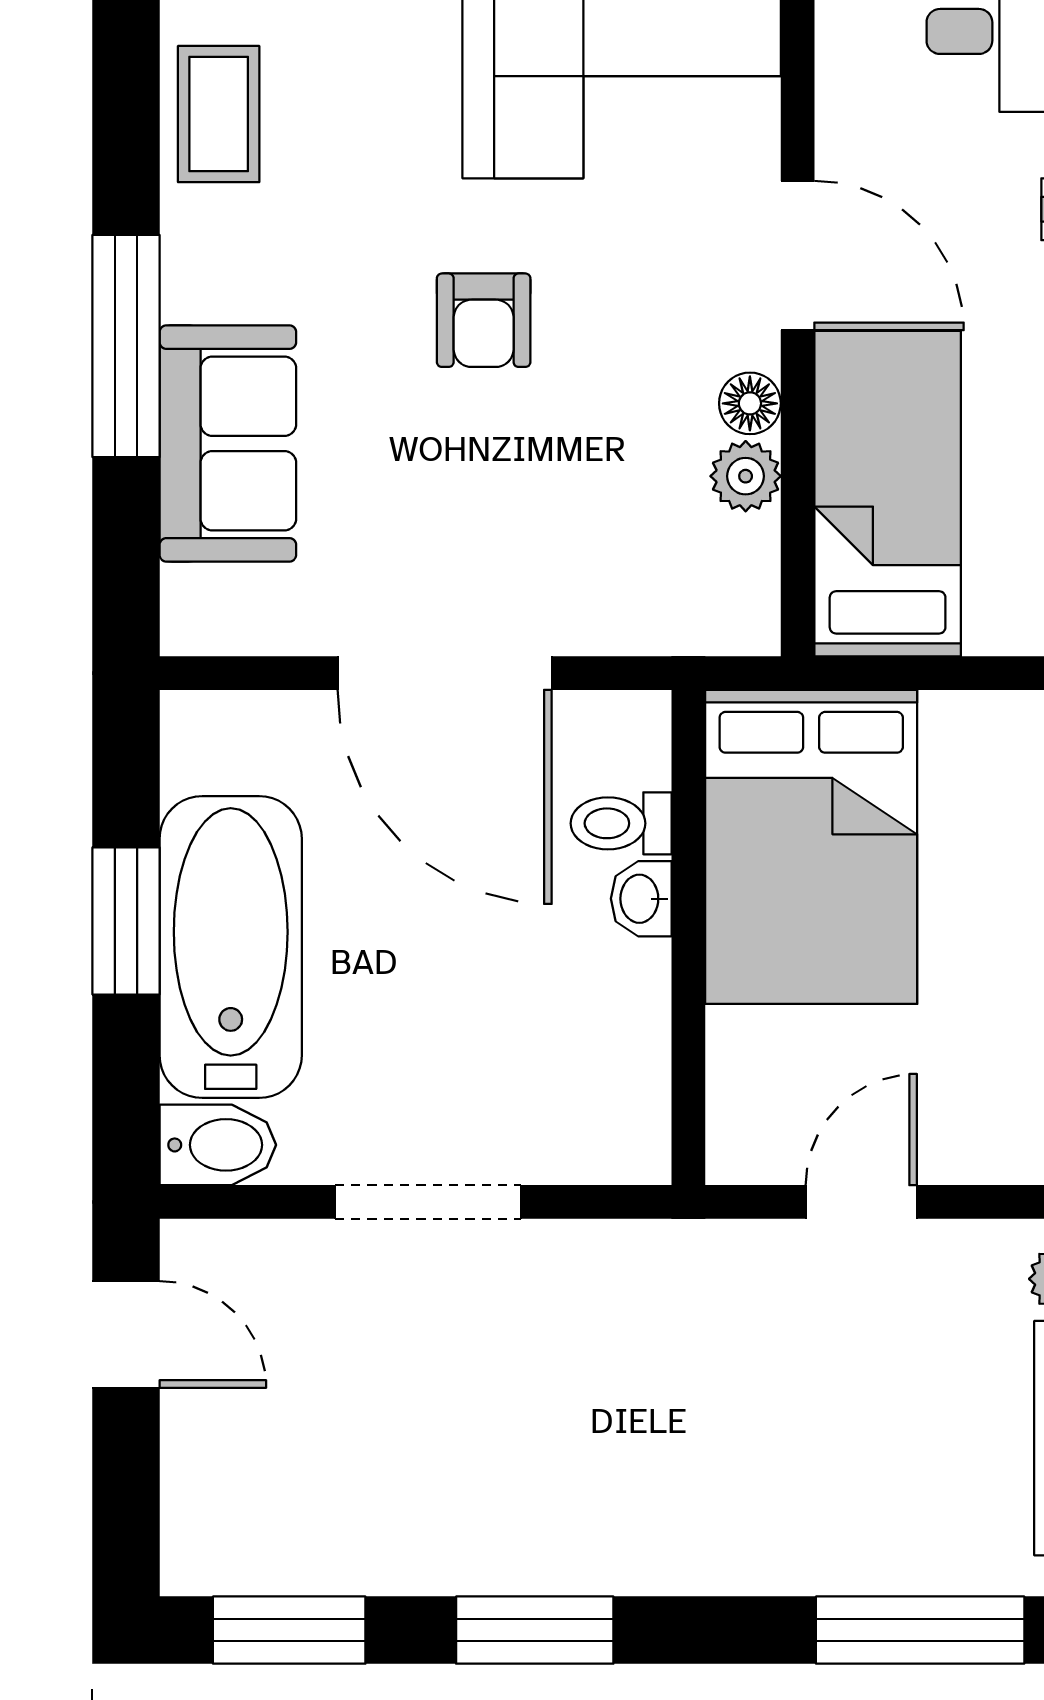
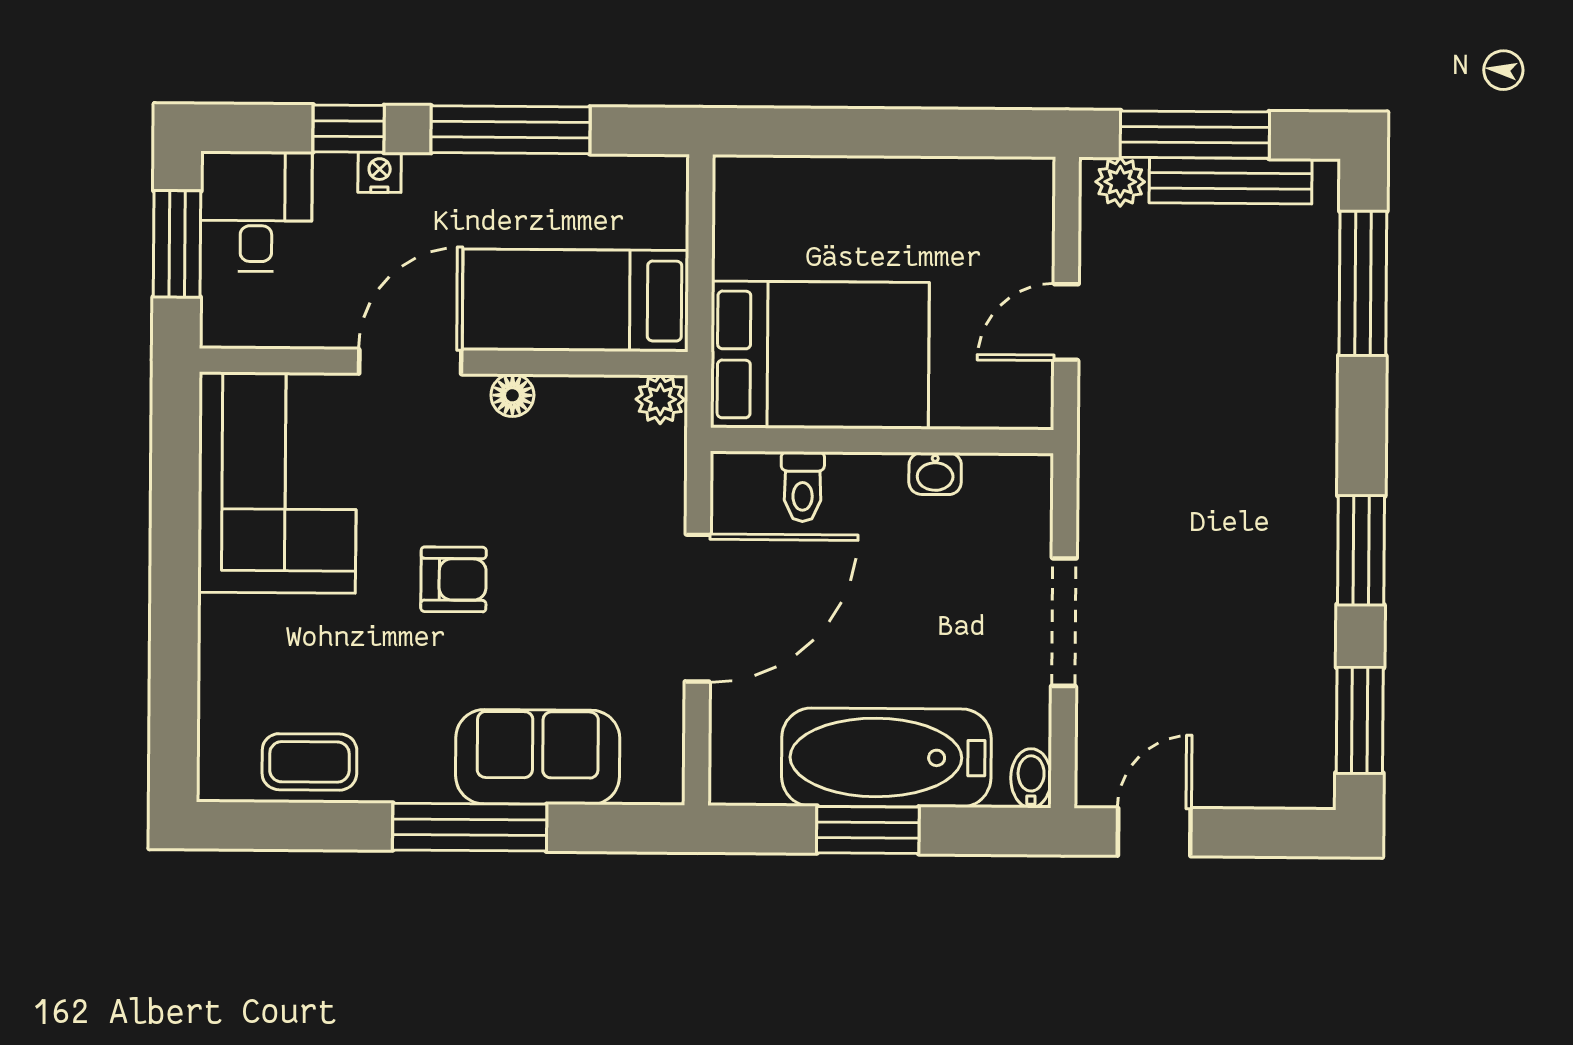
plant: (746, 476) -> (660, 399), moved
washbasin: (641, 899) -> (935, 474), moved
bidet: (218, 1145) -> (1031, 778), width x0.72, depth x0.74
door: (861, 1202) -> (1066, 322), hinge flipped

